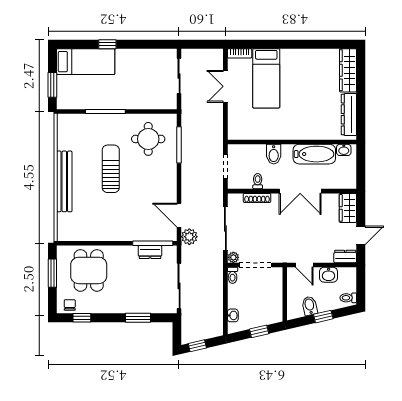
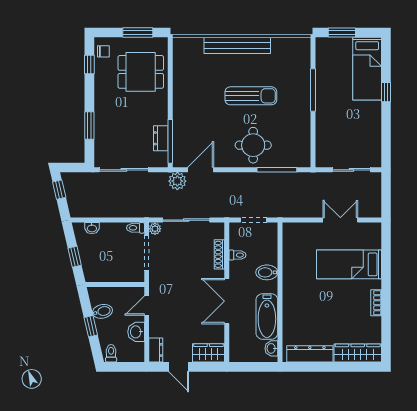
bookcase: (240, 53) -> (376, 303), moved
round table: (148, 139) -> (253, 145), moved

